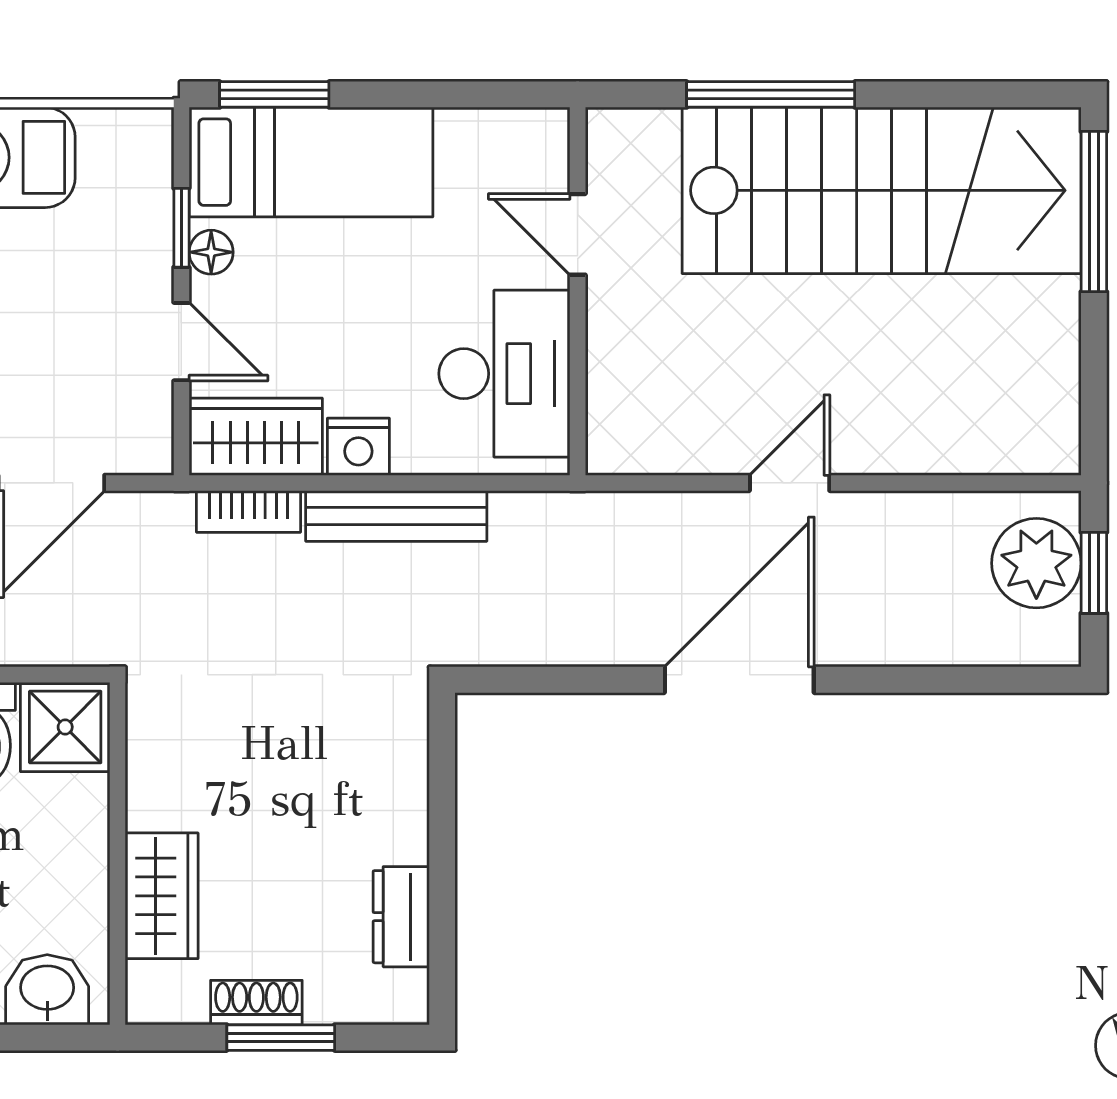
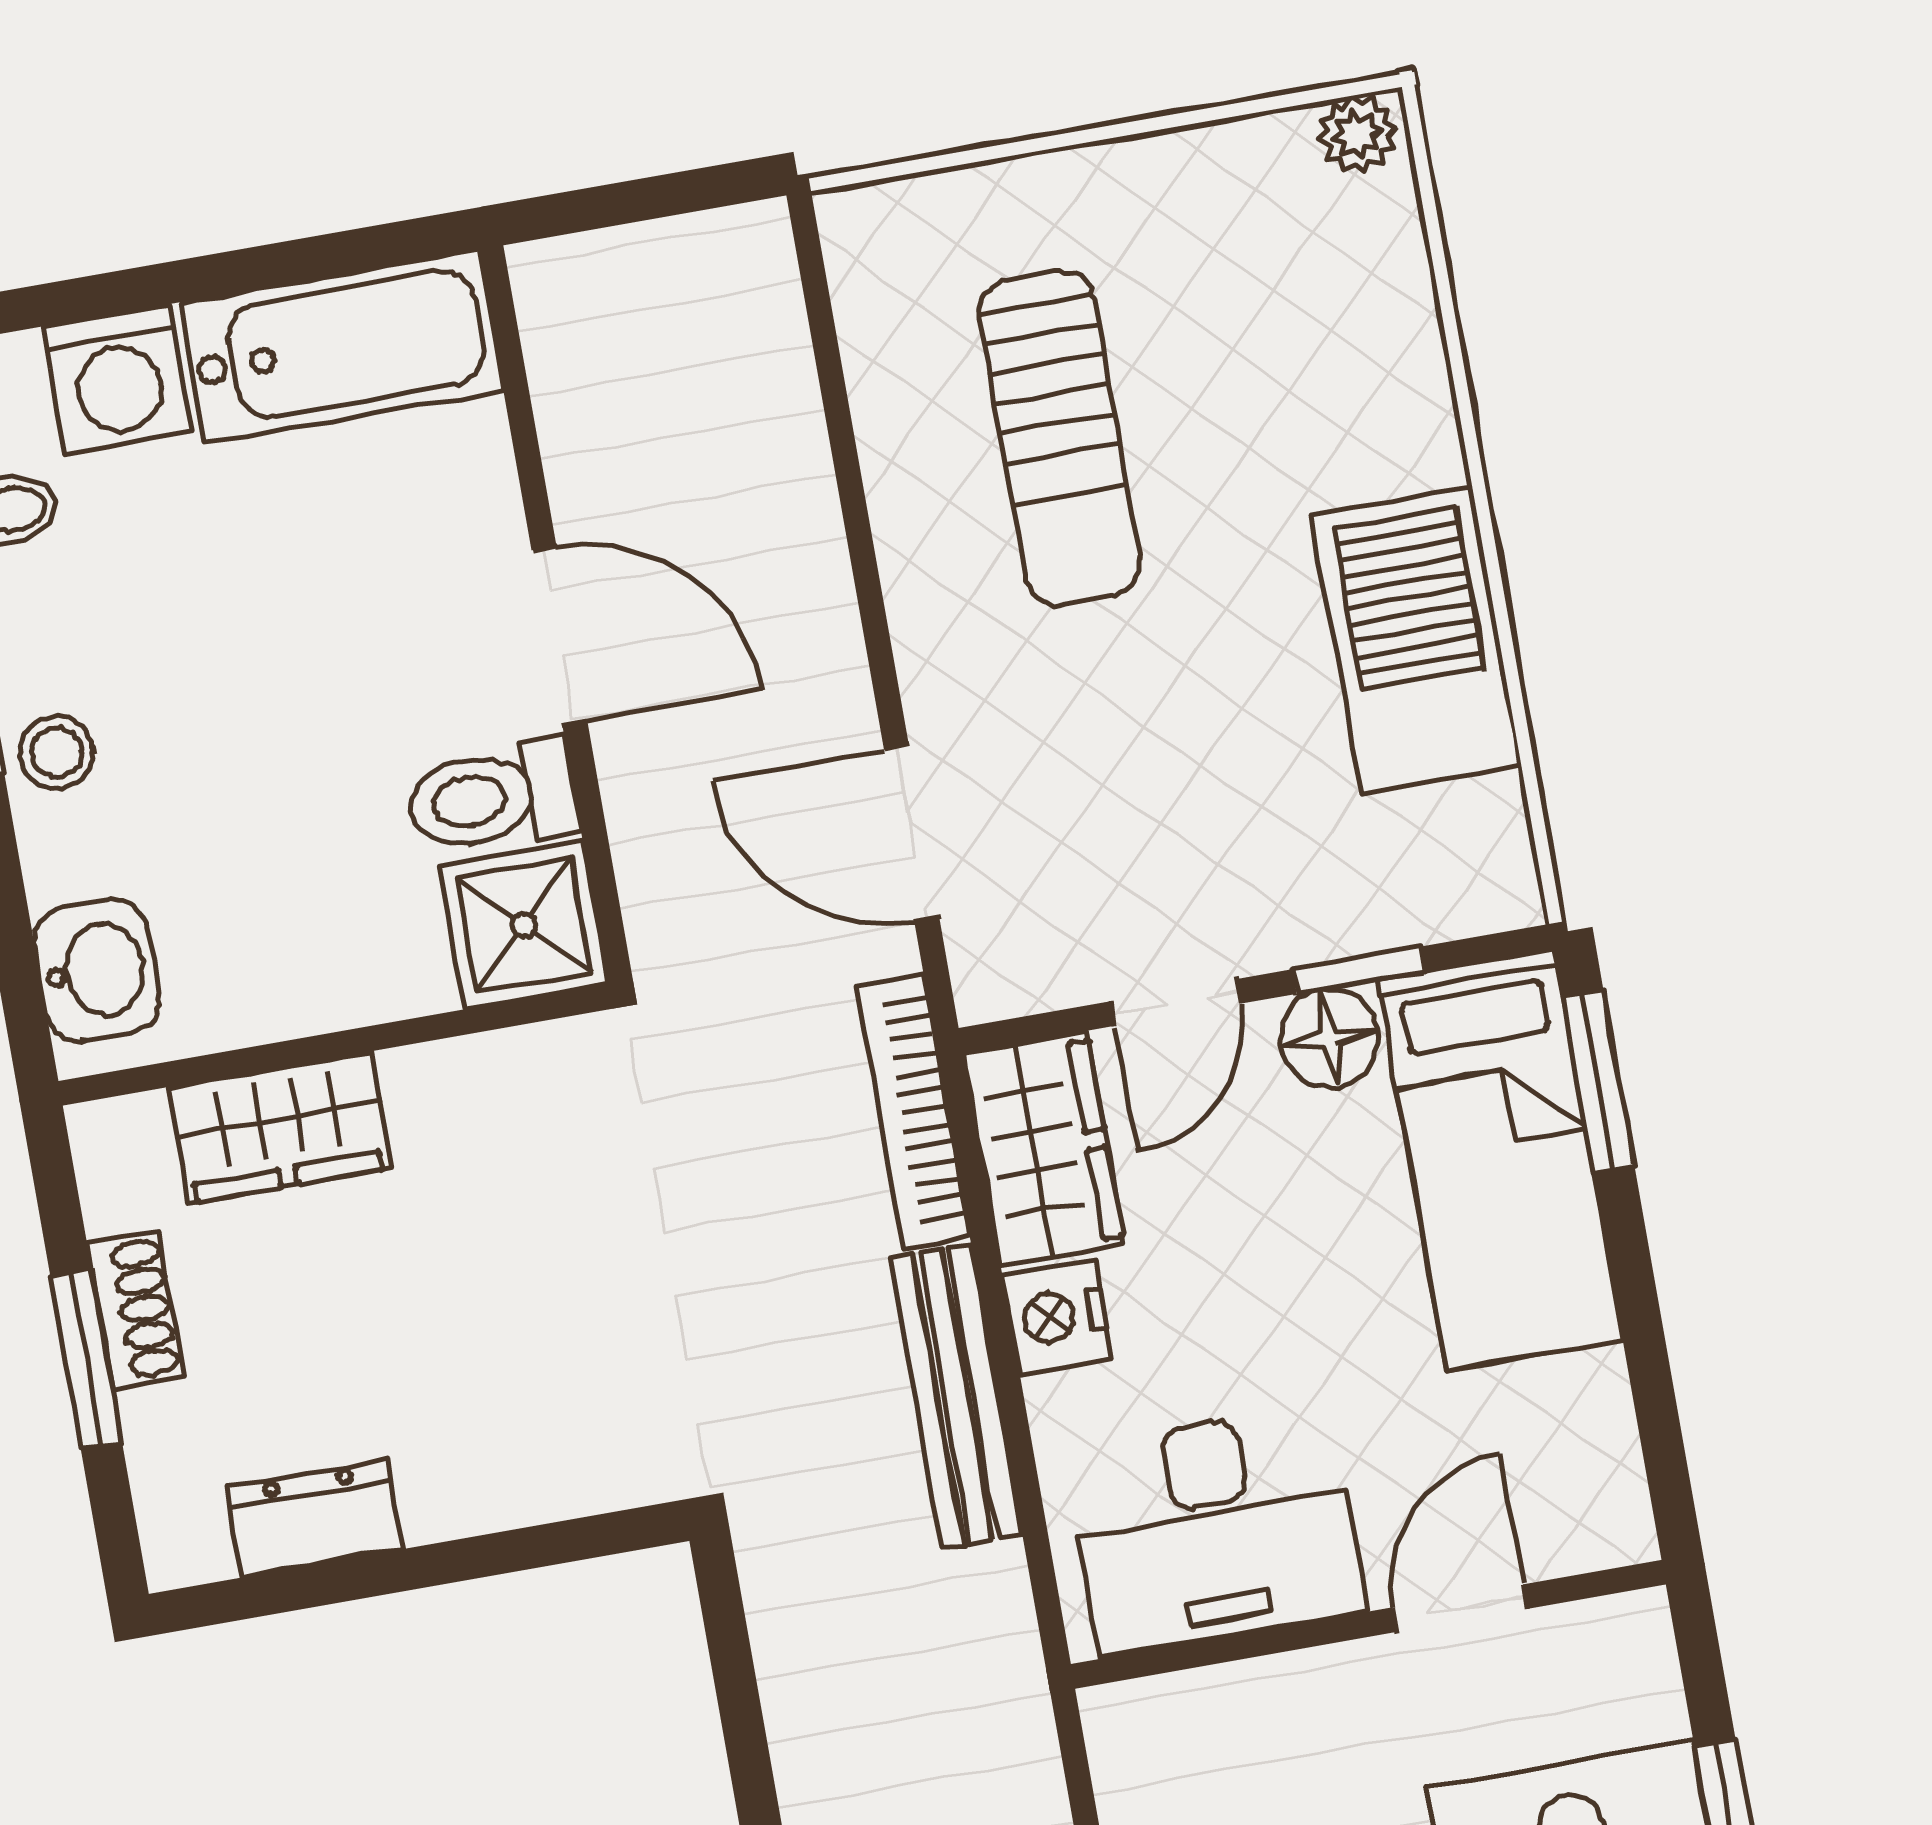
floor lamp: (211, 252) -> (1330, 1038), width x1.37, depth x1.37
bookcase: (249, 511) -> (913, 1111), width x1.56

